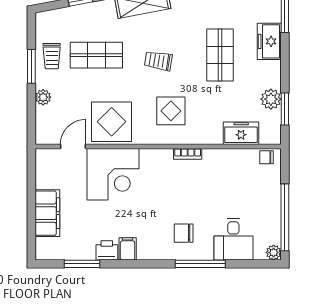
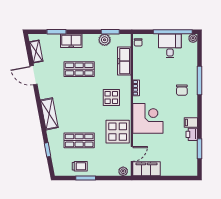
shop shelf: (96, 55) -> (79, 140), turned 90
trolley: (158, 61) -> (82, 105), removed
plant: (43, 97) -> (123, 171), moved
freezer: (241, 133) -> (124, 61), width x1.40
door: (73, 146) -> (132, 154), swing flipped
corner desk: (113, 174) -> (148, 118), moved
filing cabinet: (47, 213) -> (146, 169), moved
desk: (233, 239) -> (170, 46), moved, turned -90

